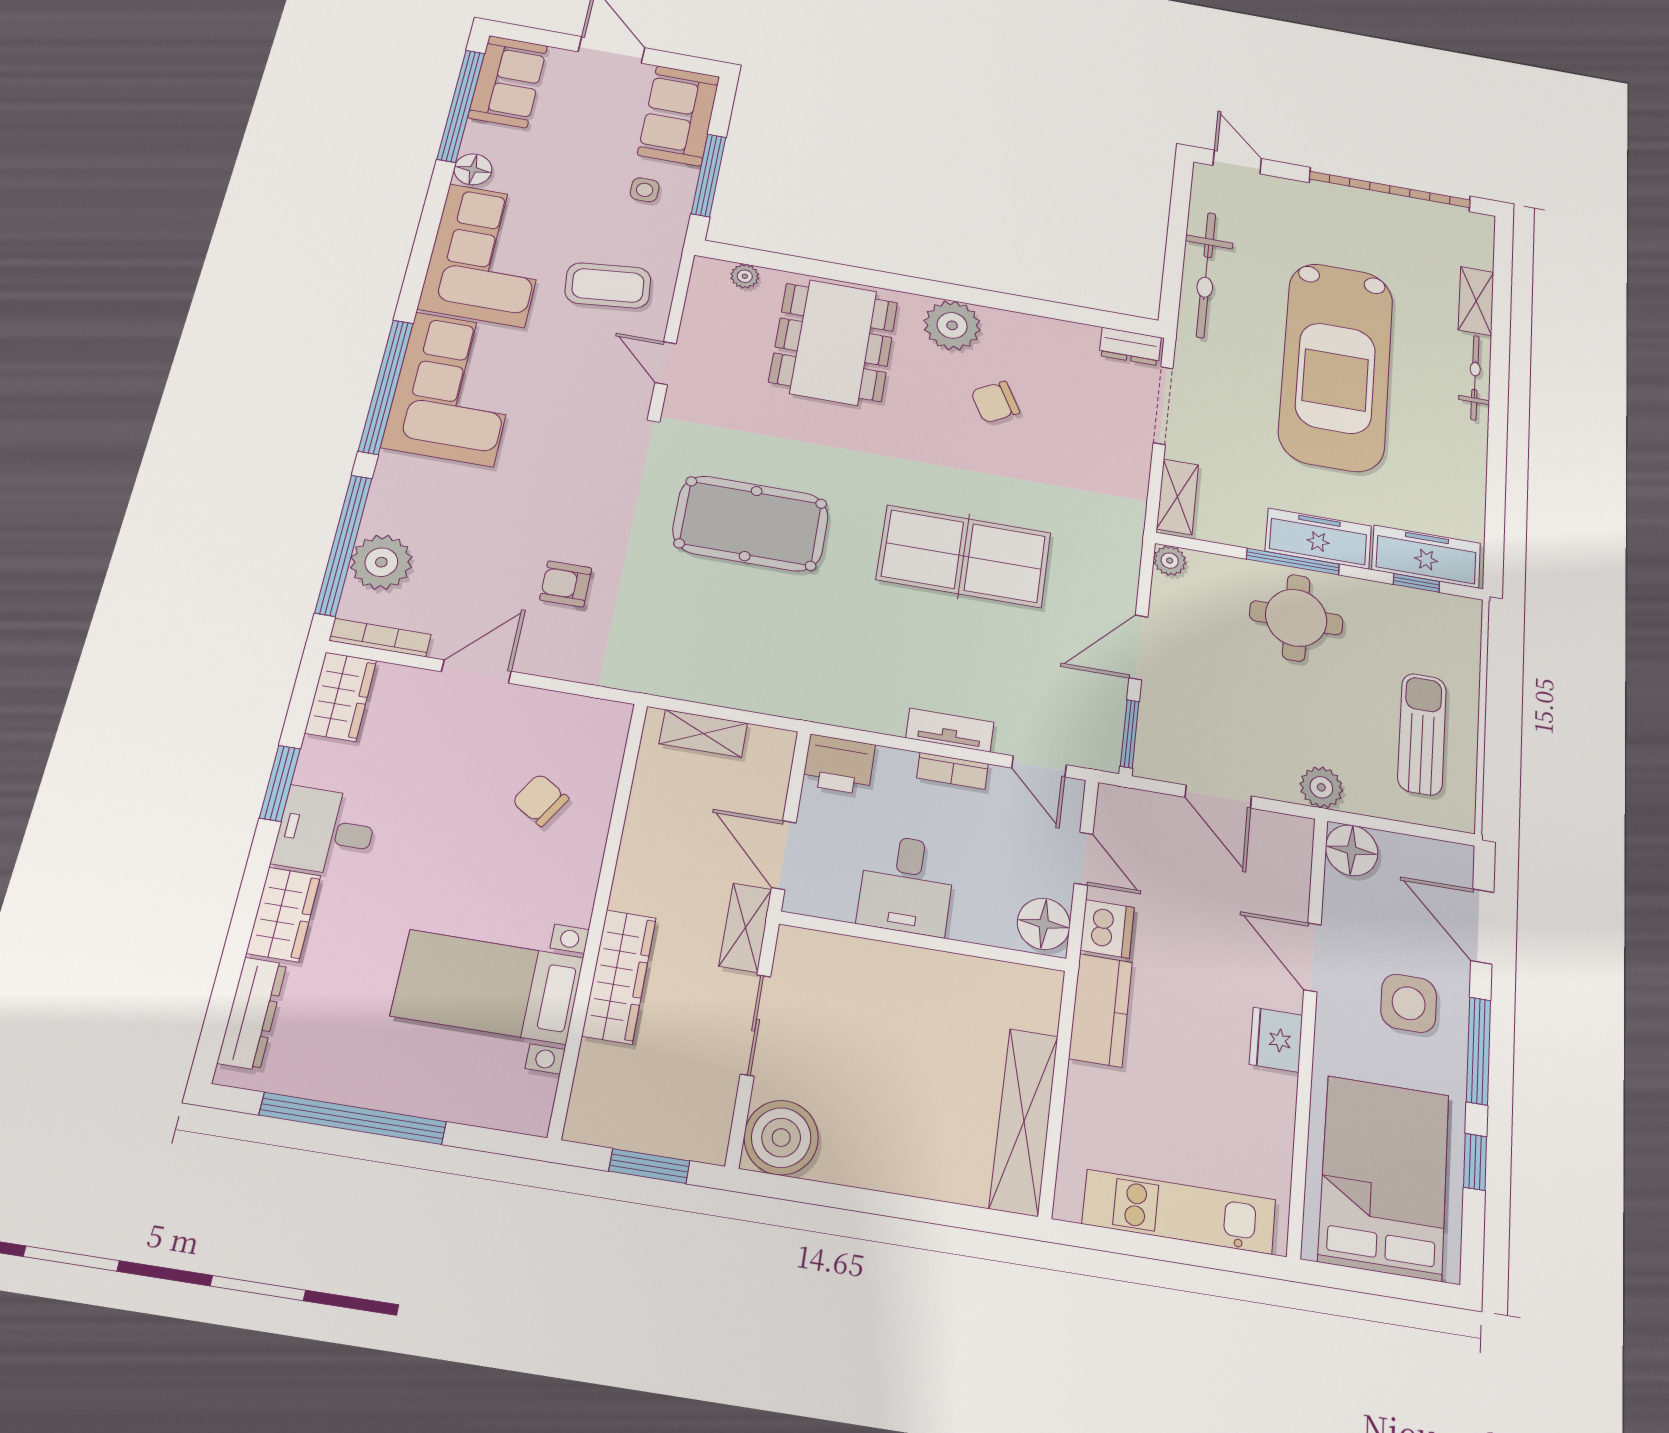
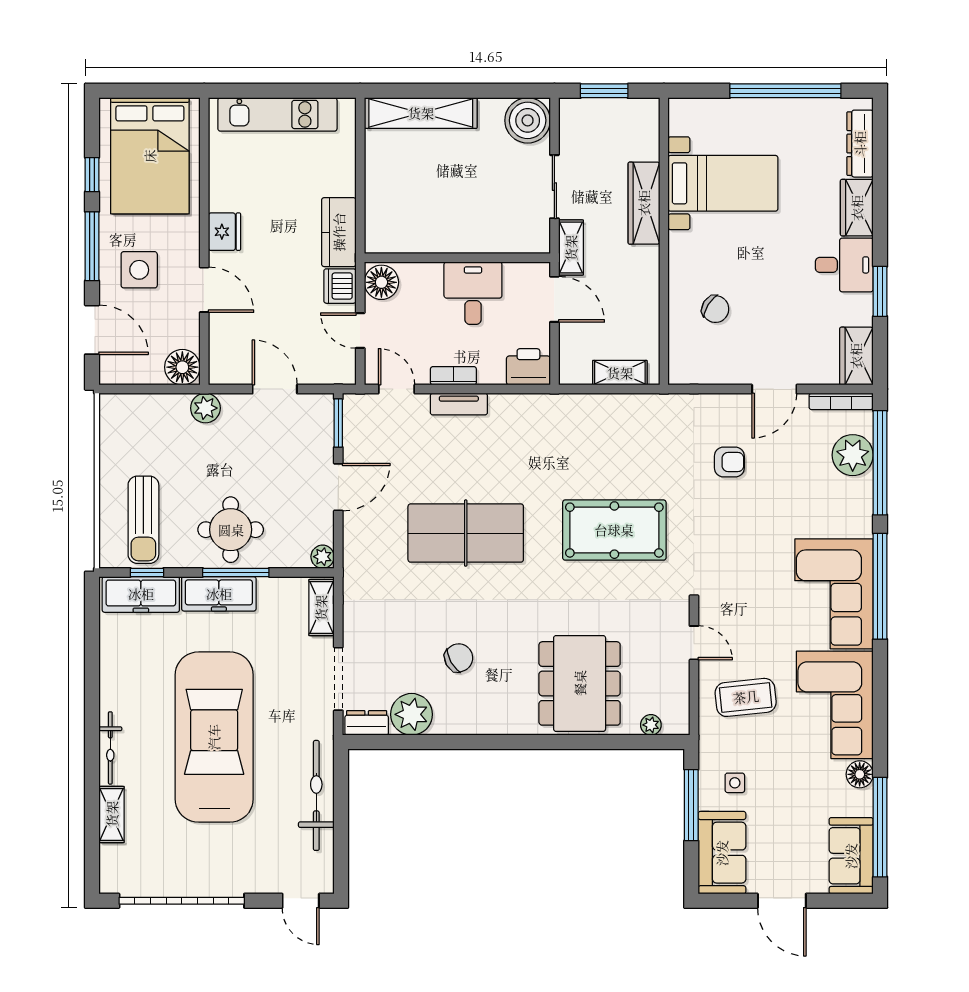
plant: (952, 325) -> (412, 714), moved
sun lounger: (1422, 734) -> (143, 520), moved
shelving: (1024, 1121) -> (421, 113), moved, turned 90

